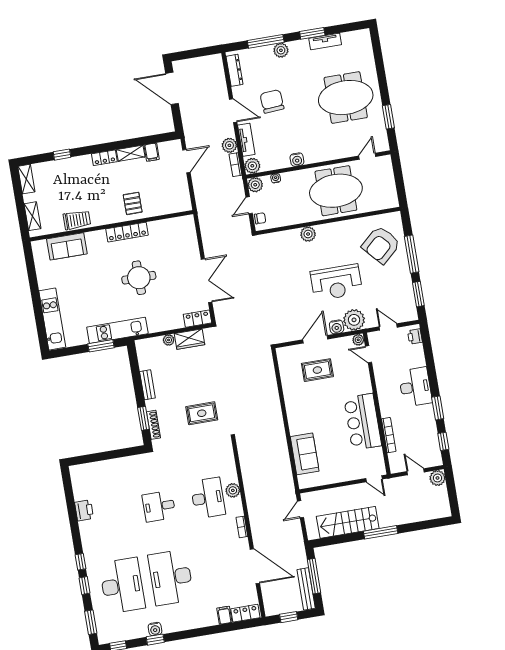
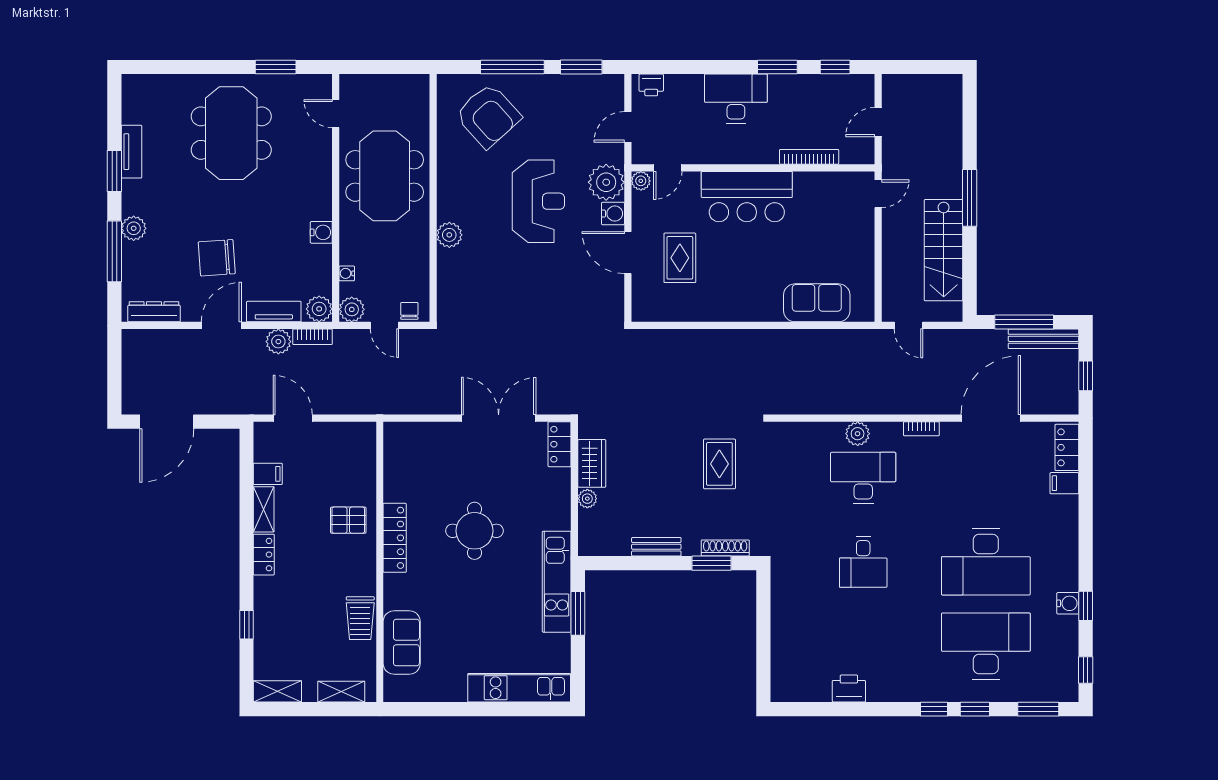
trolley: (77, 220) -> (360, 618), turned 180
bar counter: (363, 422) -> (747, 197), moved
plant: (437, 478) -> (895, 87), removed

